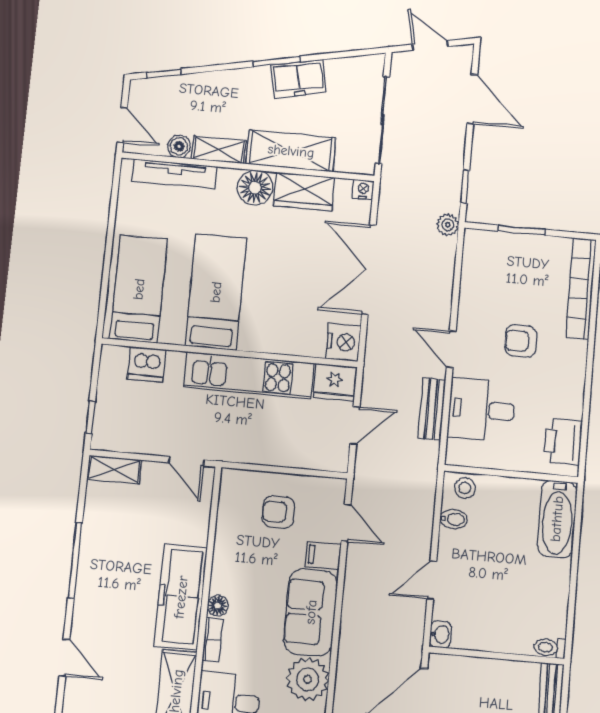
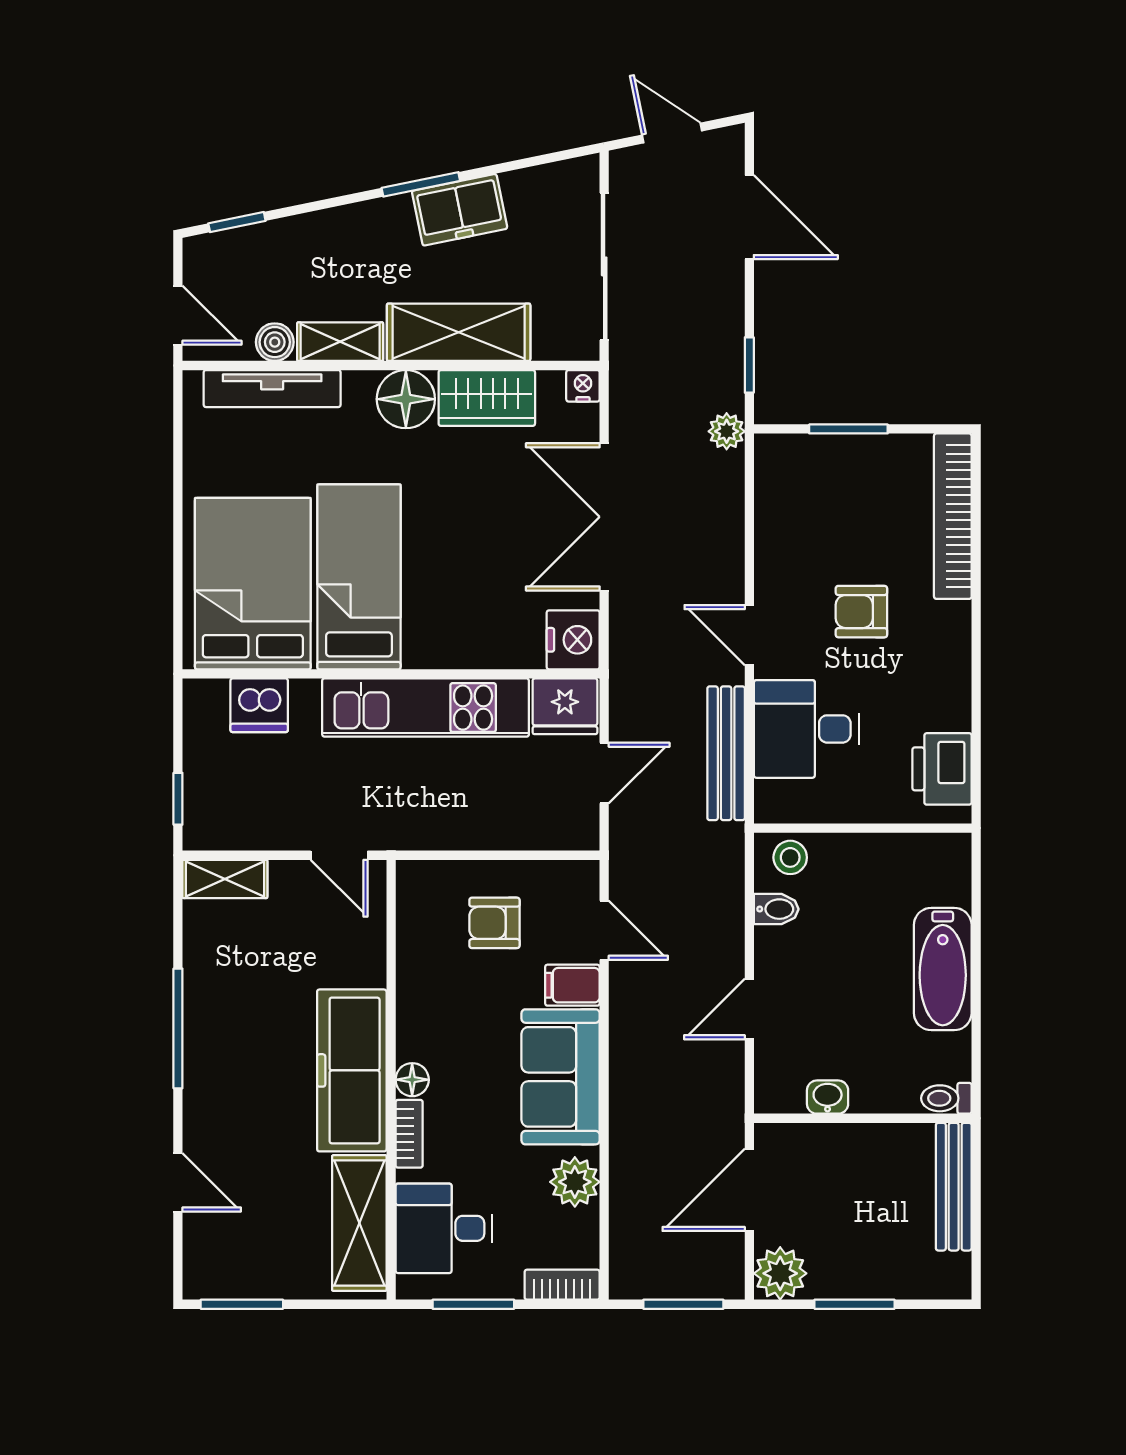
bed: (139, 289) -> (253, 584), width x1.50
bench: (432, 409) -> (726, 753), width x1.36
bathtub: (557, 519) -> (943, 969), moved
washbasin: (440, 634) -> (828, 1097), moved, turned -90
plant: (308, 679) -> (575, 1182), width x0.73, depth x0.73

